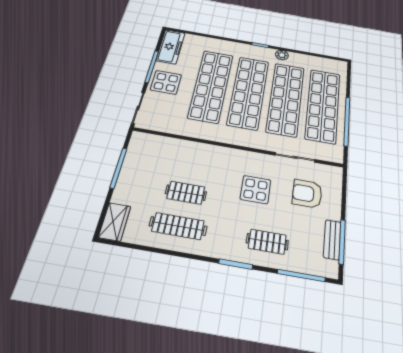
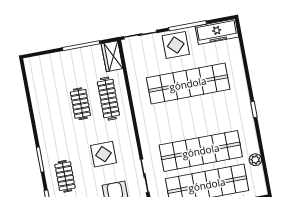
plant: (282, 55) -> (255, 160), moved
shop shelf: (248, 92) -> (194, 117), removed
wardrobe: (115, 222) -> (112, 56), moved, turned 90
clothes rail: (178, 226) -> (108, 99), moved

